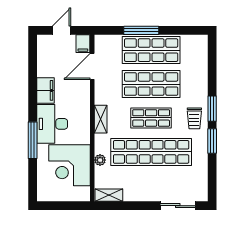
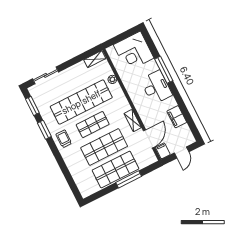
filing cabinet: (46, 90) -> (177, 117), moved
window: (212, 109) -> (32, 106), moved
shelving: (101, 119) -> (133, 121), moved
corner desk: (69, 165) -> (134, 51), moved, turned 180

